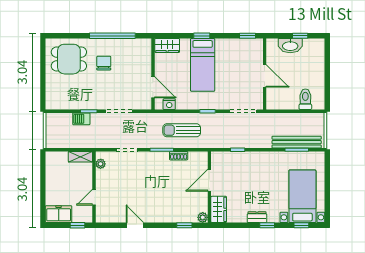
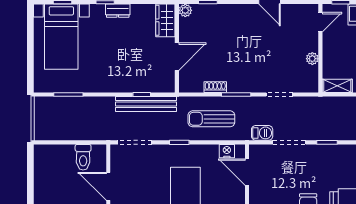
toilet: (305, 99) -> (83, 157), moved
barbecue: (81, 119) -> (262, 133), moved
sun lounger: (182, 130) -> (211, 119), turned 180
bench: (297, 142) -> (146, 104), moved
plant: (101, 164) -> (312, 59), moved
door: (94, 197) -> (320, 22), moved

